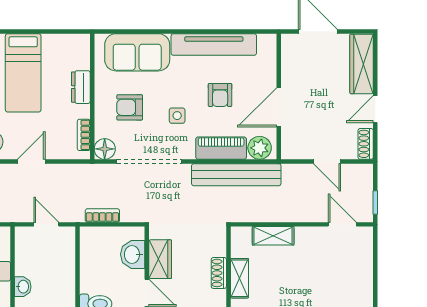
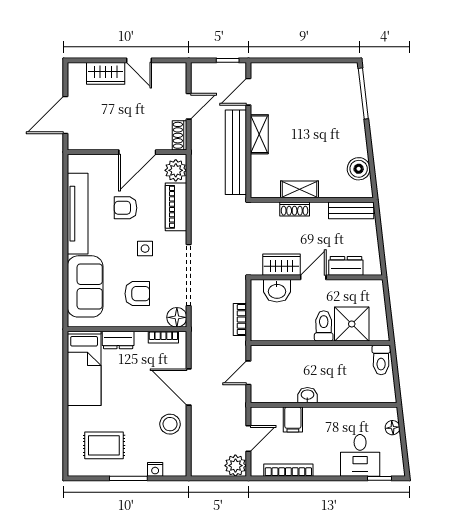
wardrobe: (362, 64) -> (106, 73), width x0.67
bed: (23, 73) -> (84, 368), moved, turned 90
armchair: (220, 95) -> (126, 208), turned 180
armchair: (130, 107) -> (137, 294), turned -90
door: (279, 107) -> (137, 152), hinge flipped
shoe rack: (366, 144) -> (180, 135), moved, turned 90
door: (31, 161) -> (189, 387), width x1.38
bench: (236, 175) -> (236, 152), moved
shelving: (273, 236) -> (259, 134), moved

